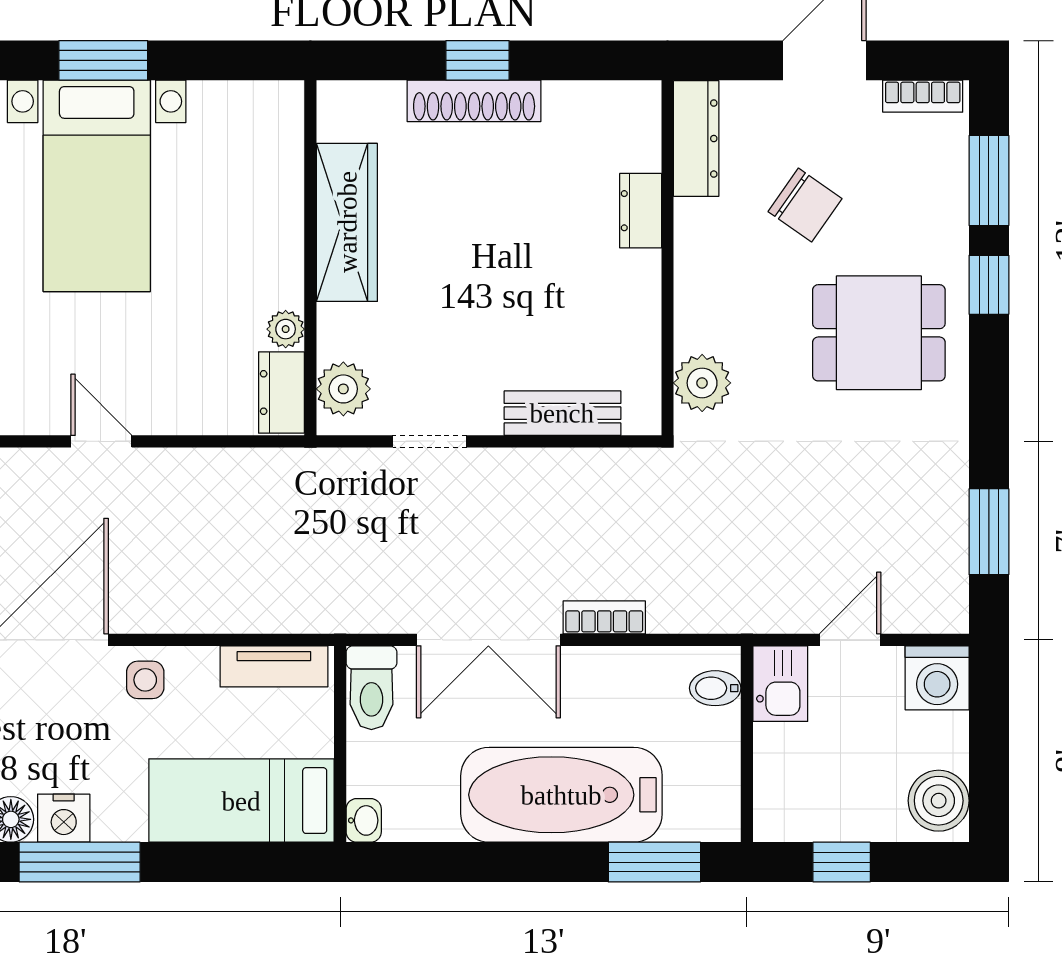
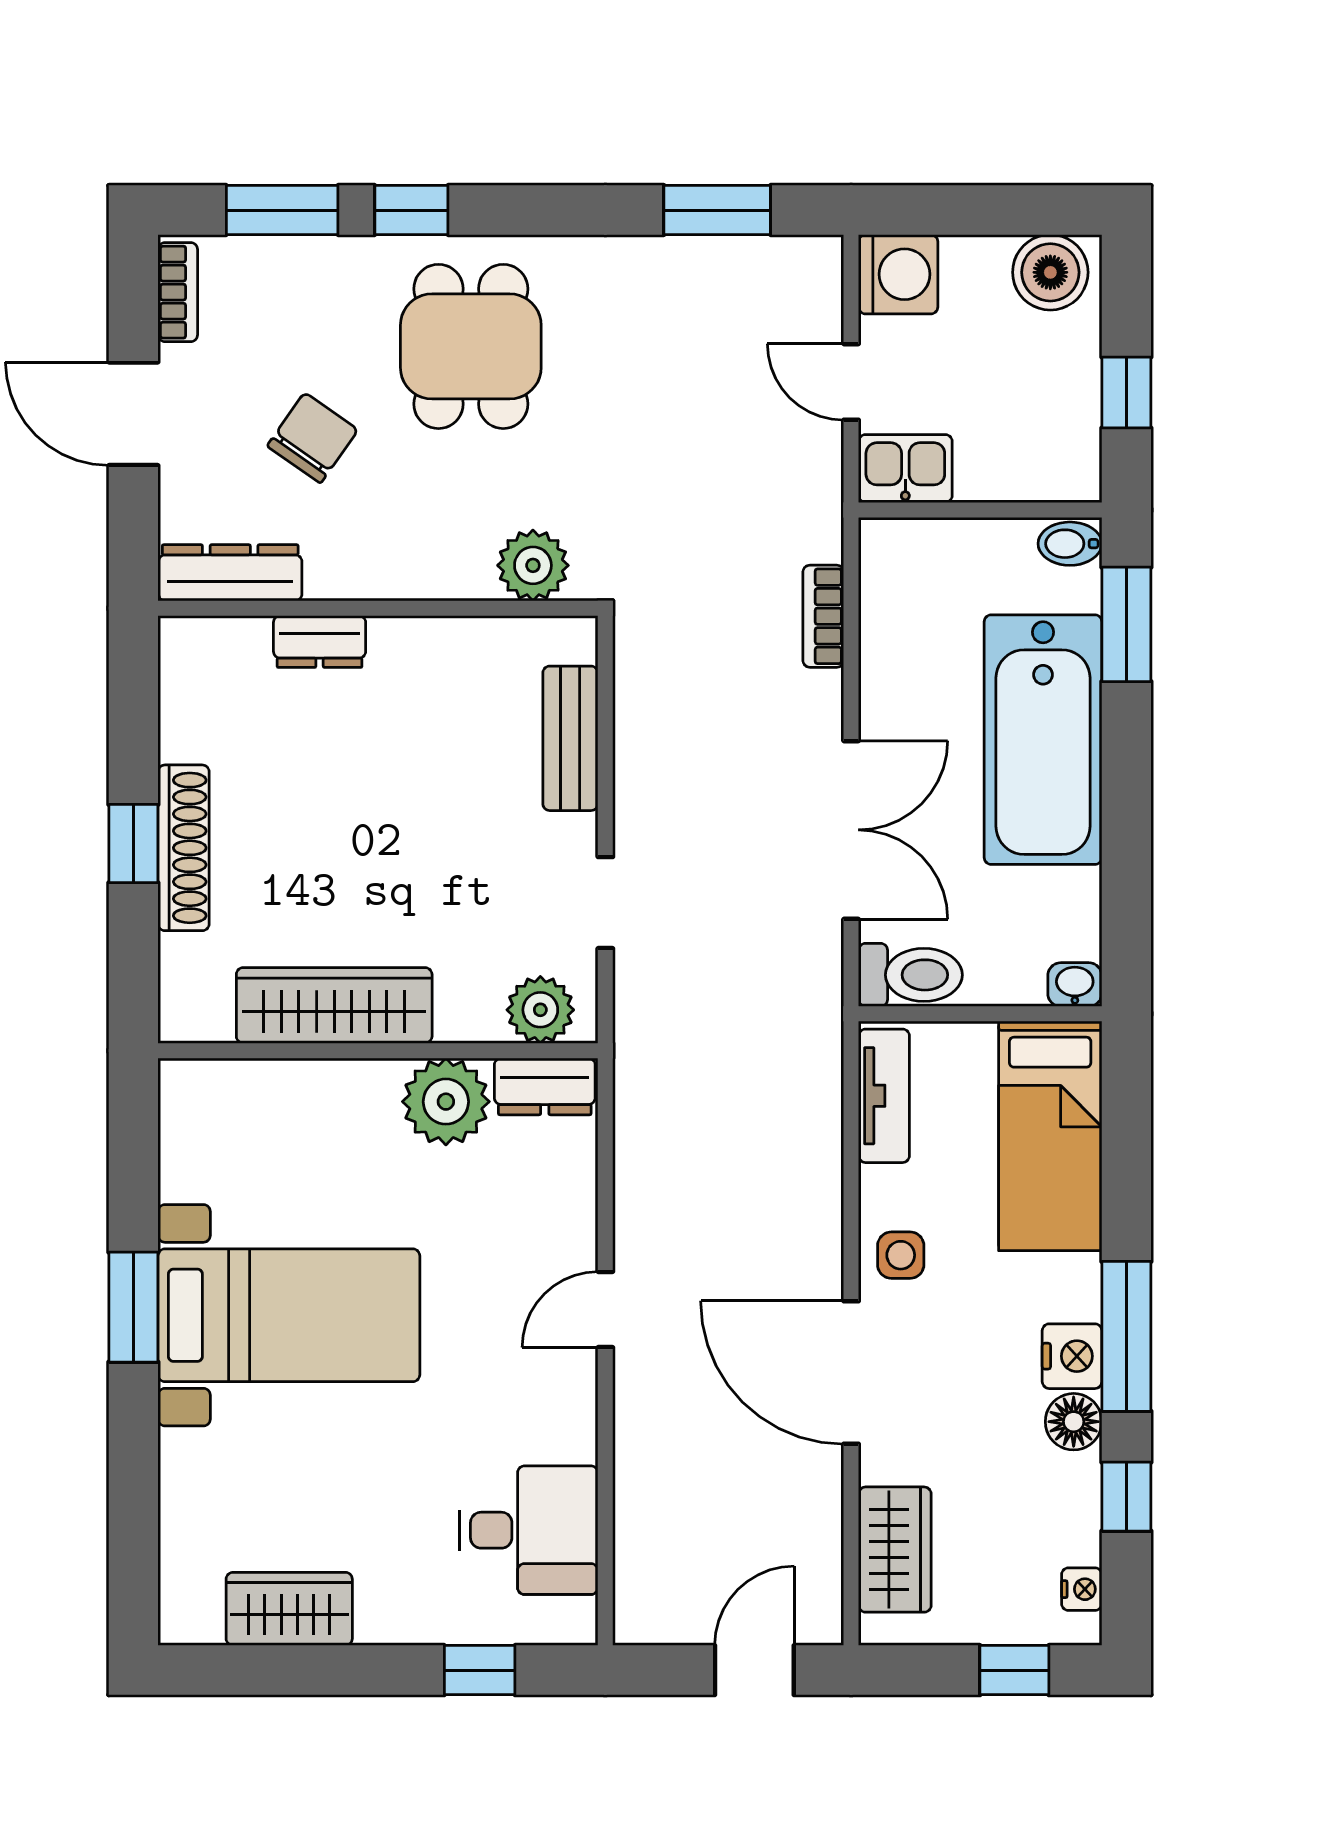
plant: (286, 329) -> (446, 1102), width x1.88, depth x1.88
bookcase: (604, 617) -> (823, 616), moved
bidet: (715, 688) -> (1070, 544), moved, turned 90

